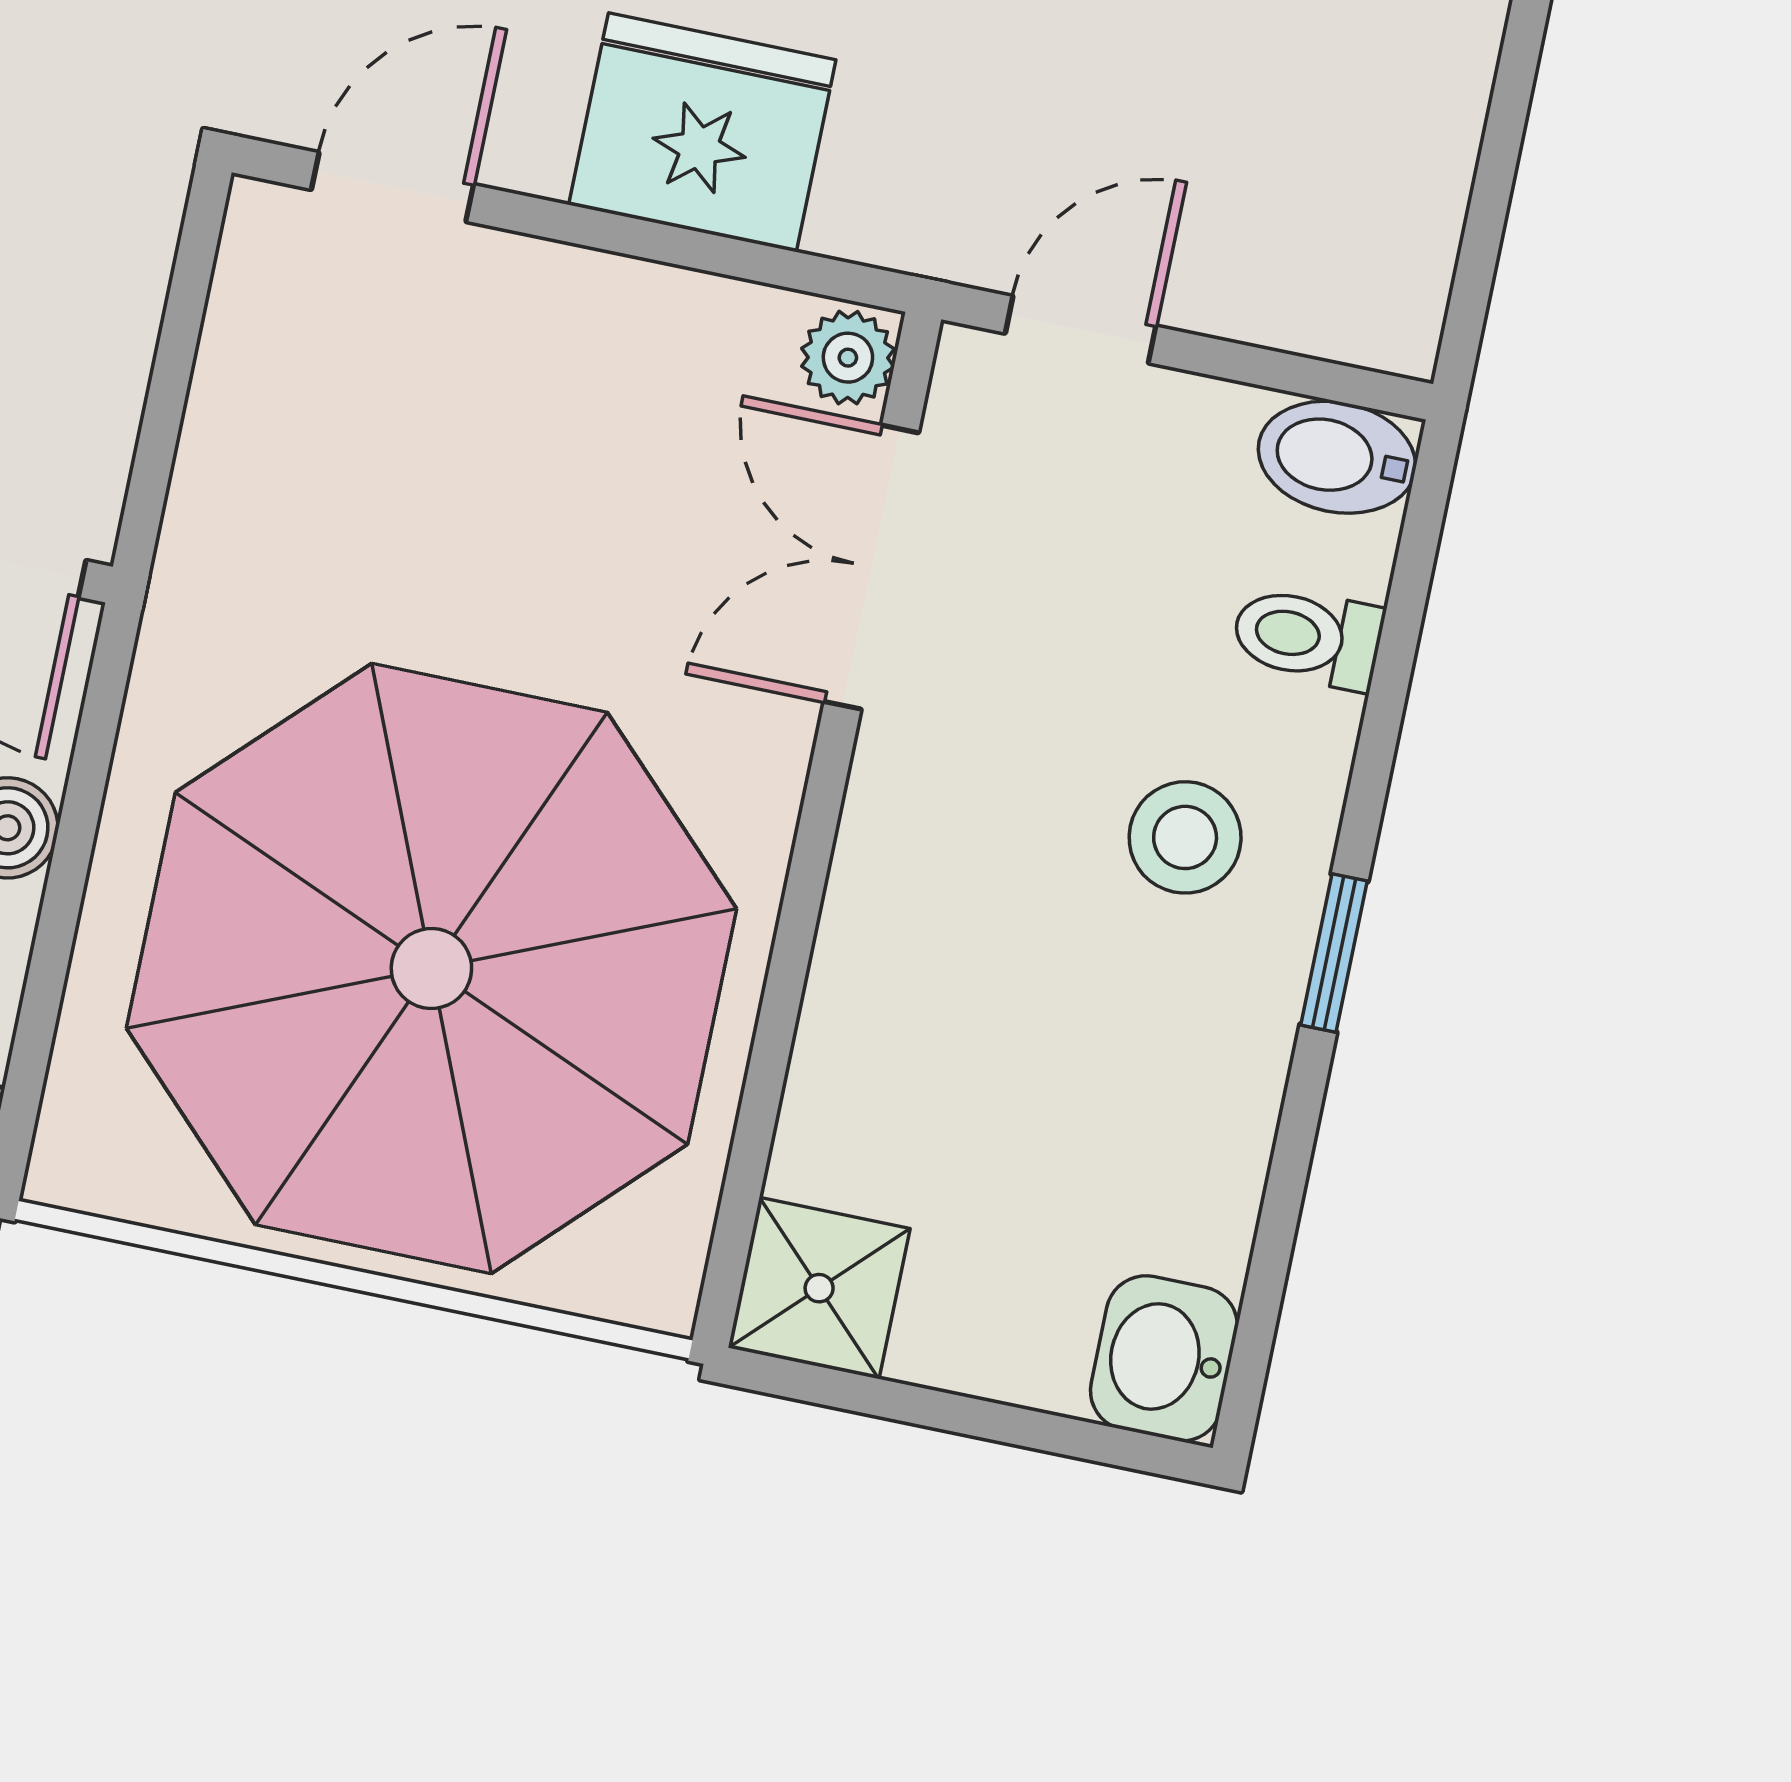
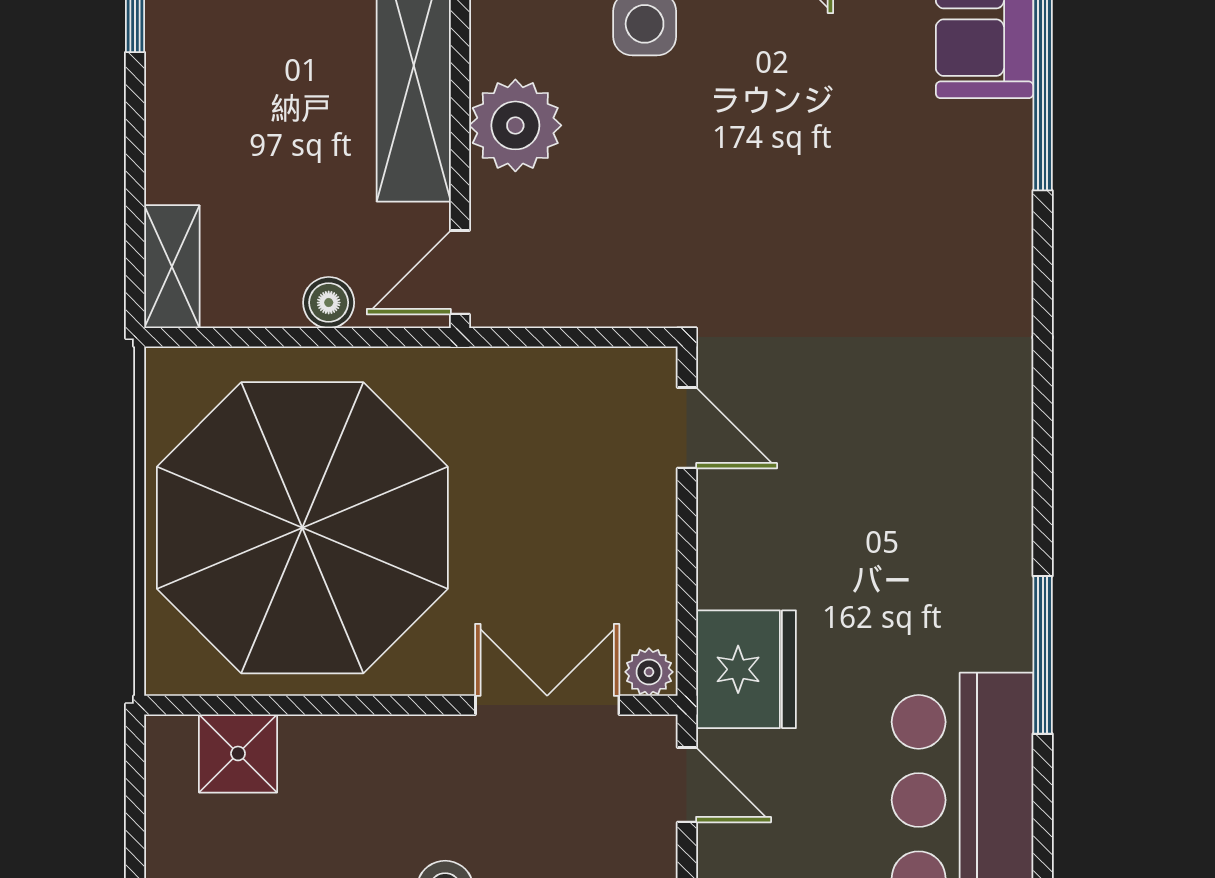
fridge: (702, 132) -> (746, 669), moved
shower: (819, 1288) -> (238, 753), moved

